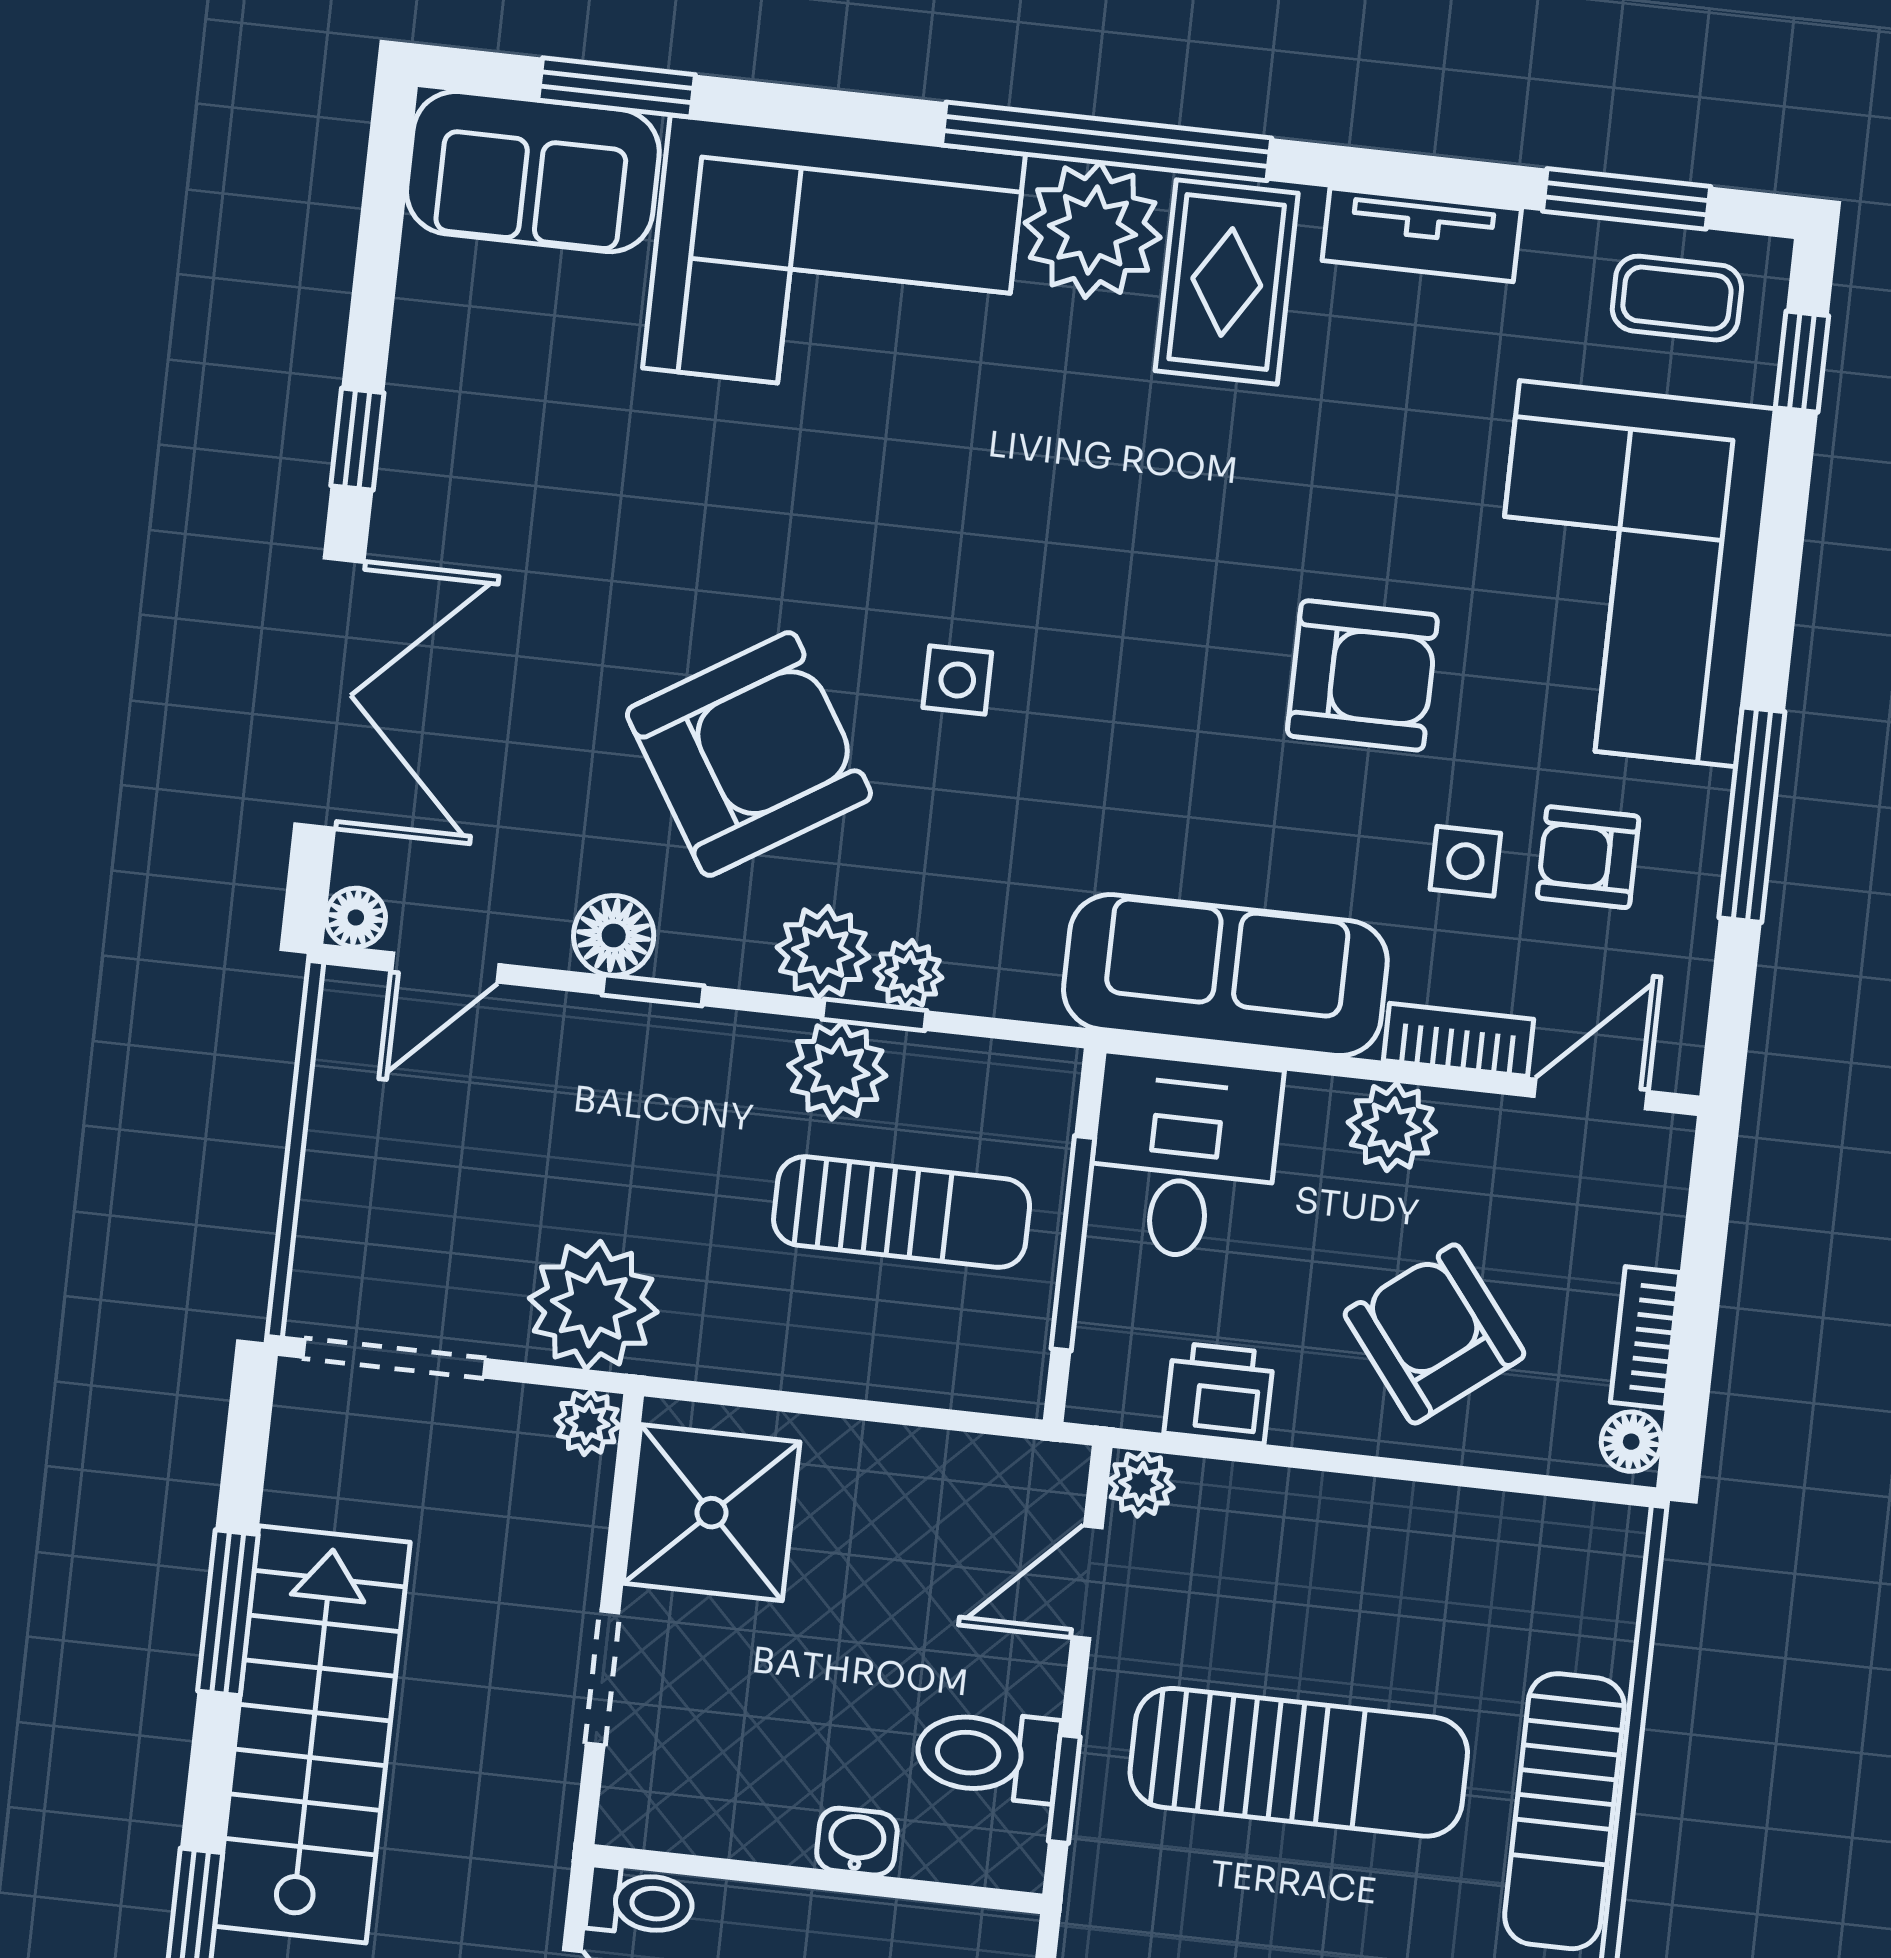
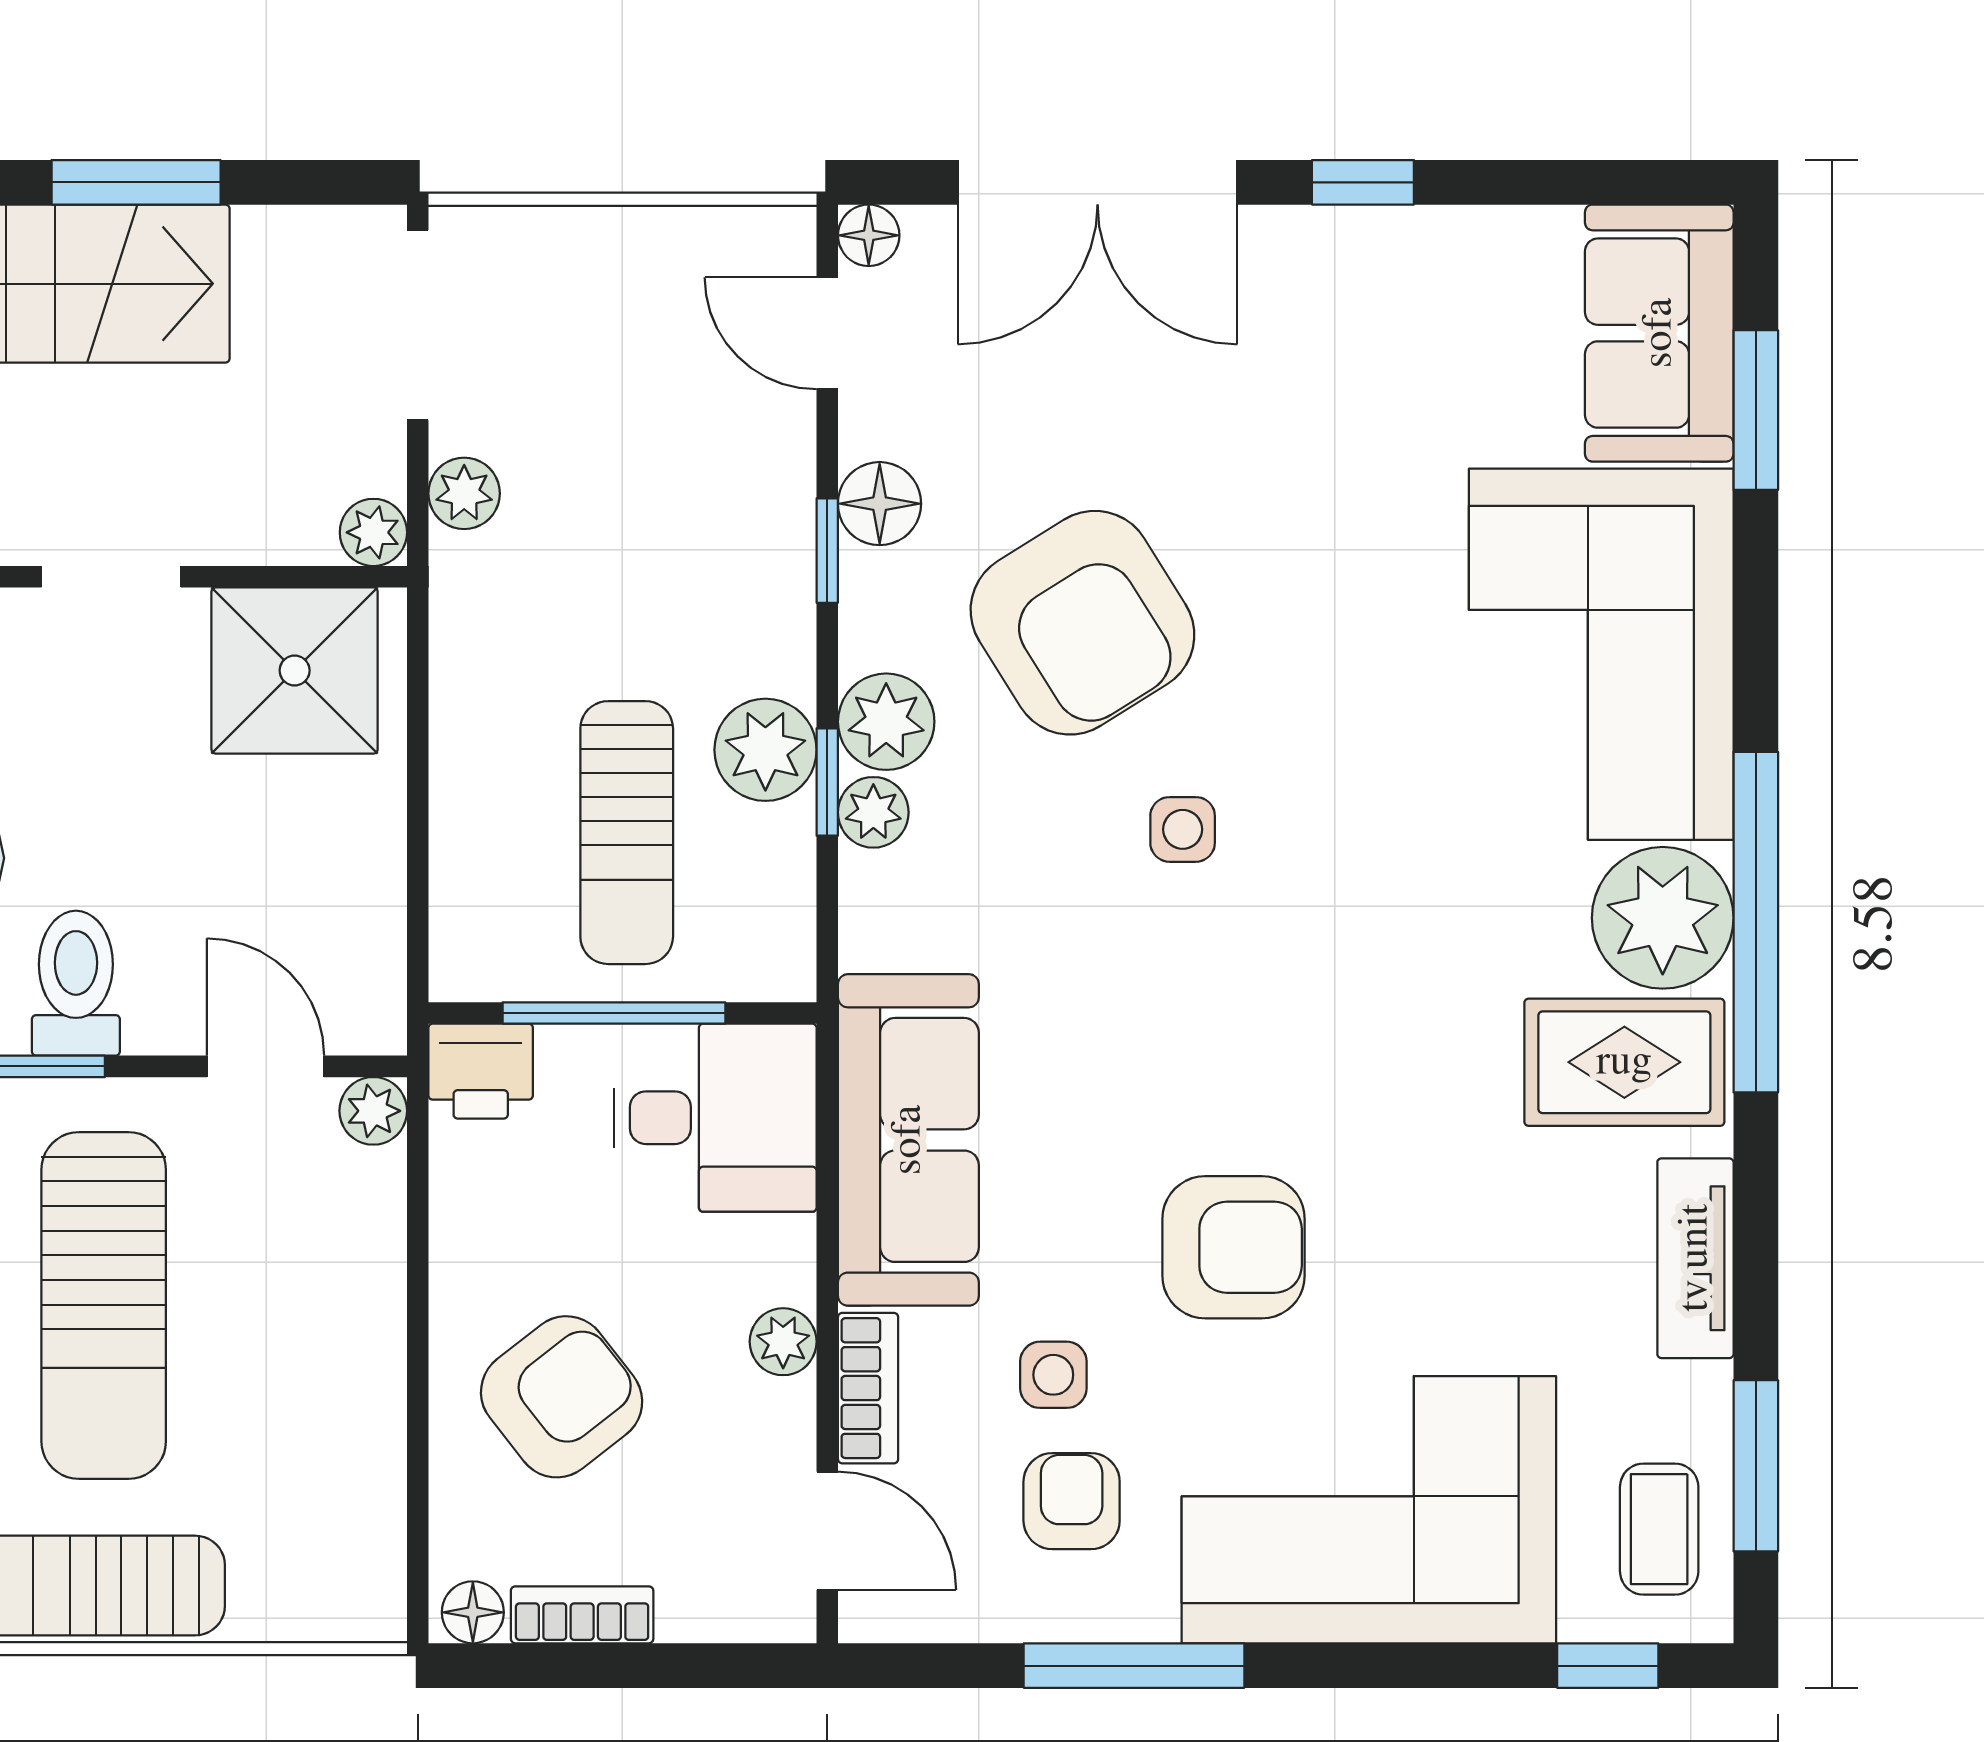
armchair: (1362, 675) -> (1234, 1247), turned -90
plant: (1392, 1127) -> (783, 1342), width x0.73, depth x0.73
plant: (593, 1305) -> (464, 493), width x0.53, depth x0.53
printer: (1219, 1393) -> (481, 1071), moved, turned 90

